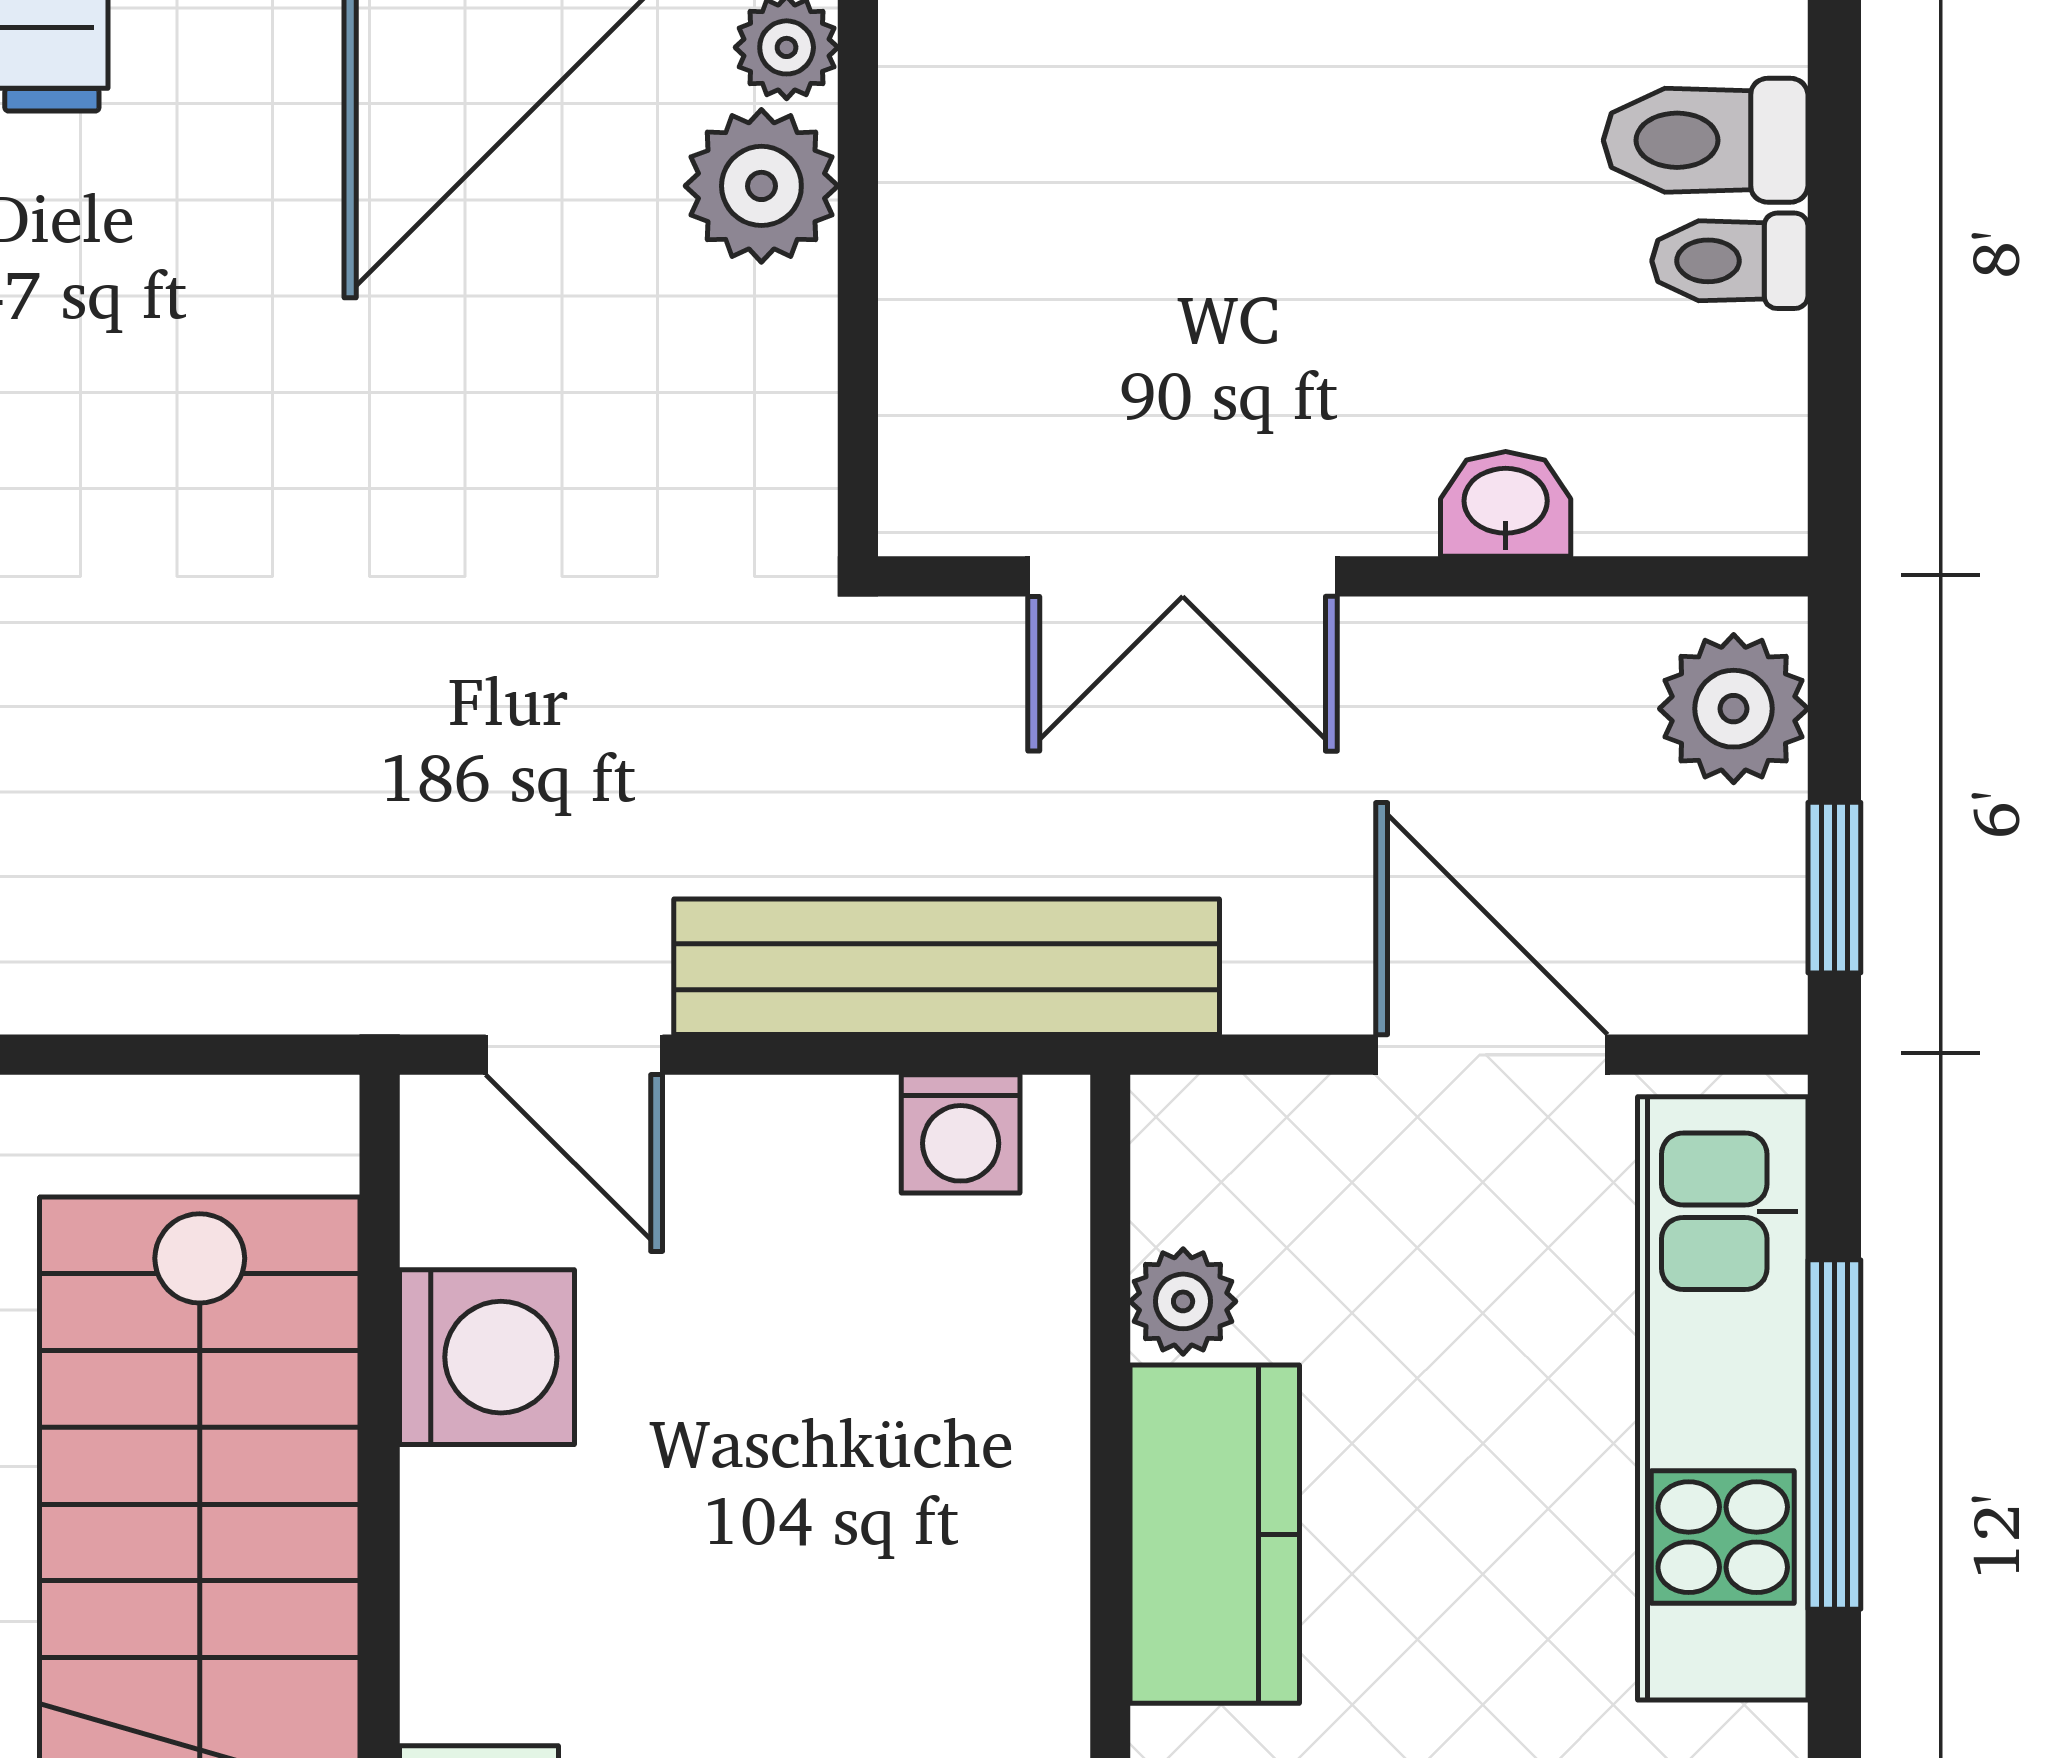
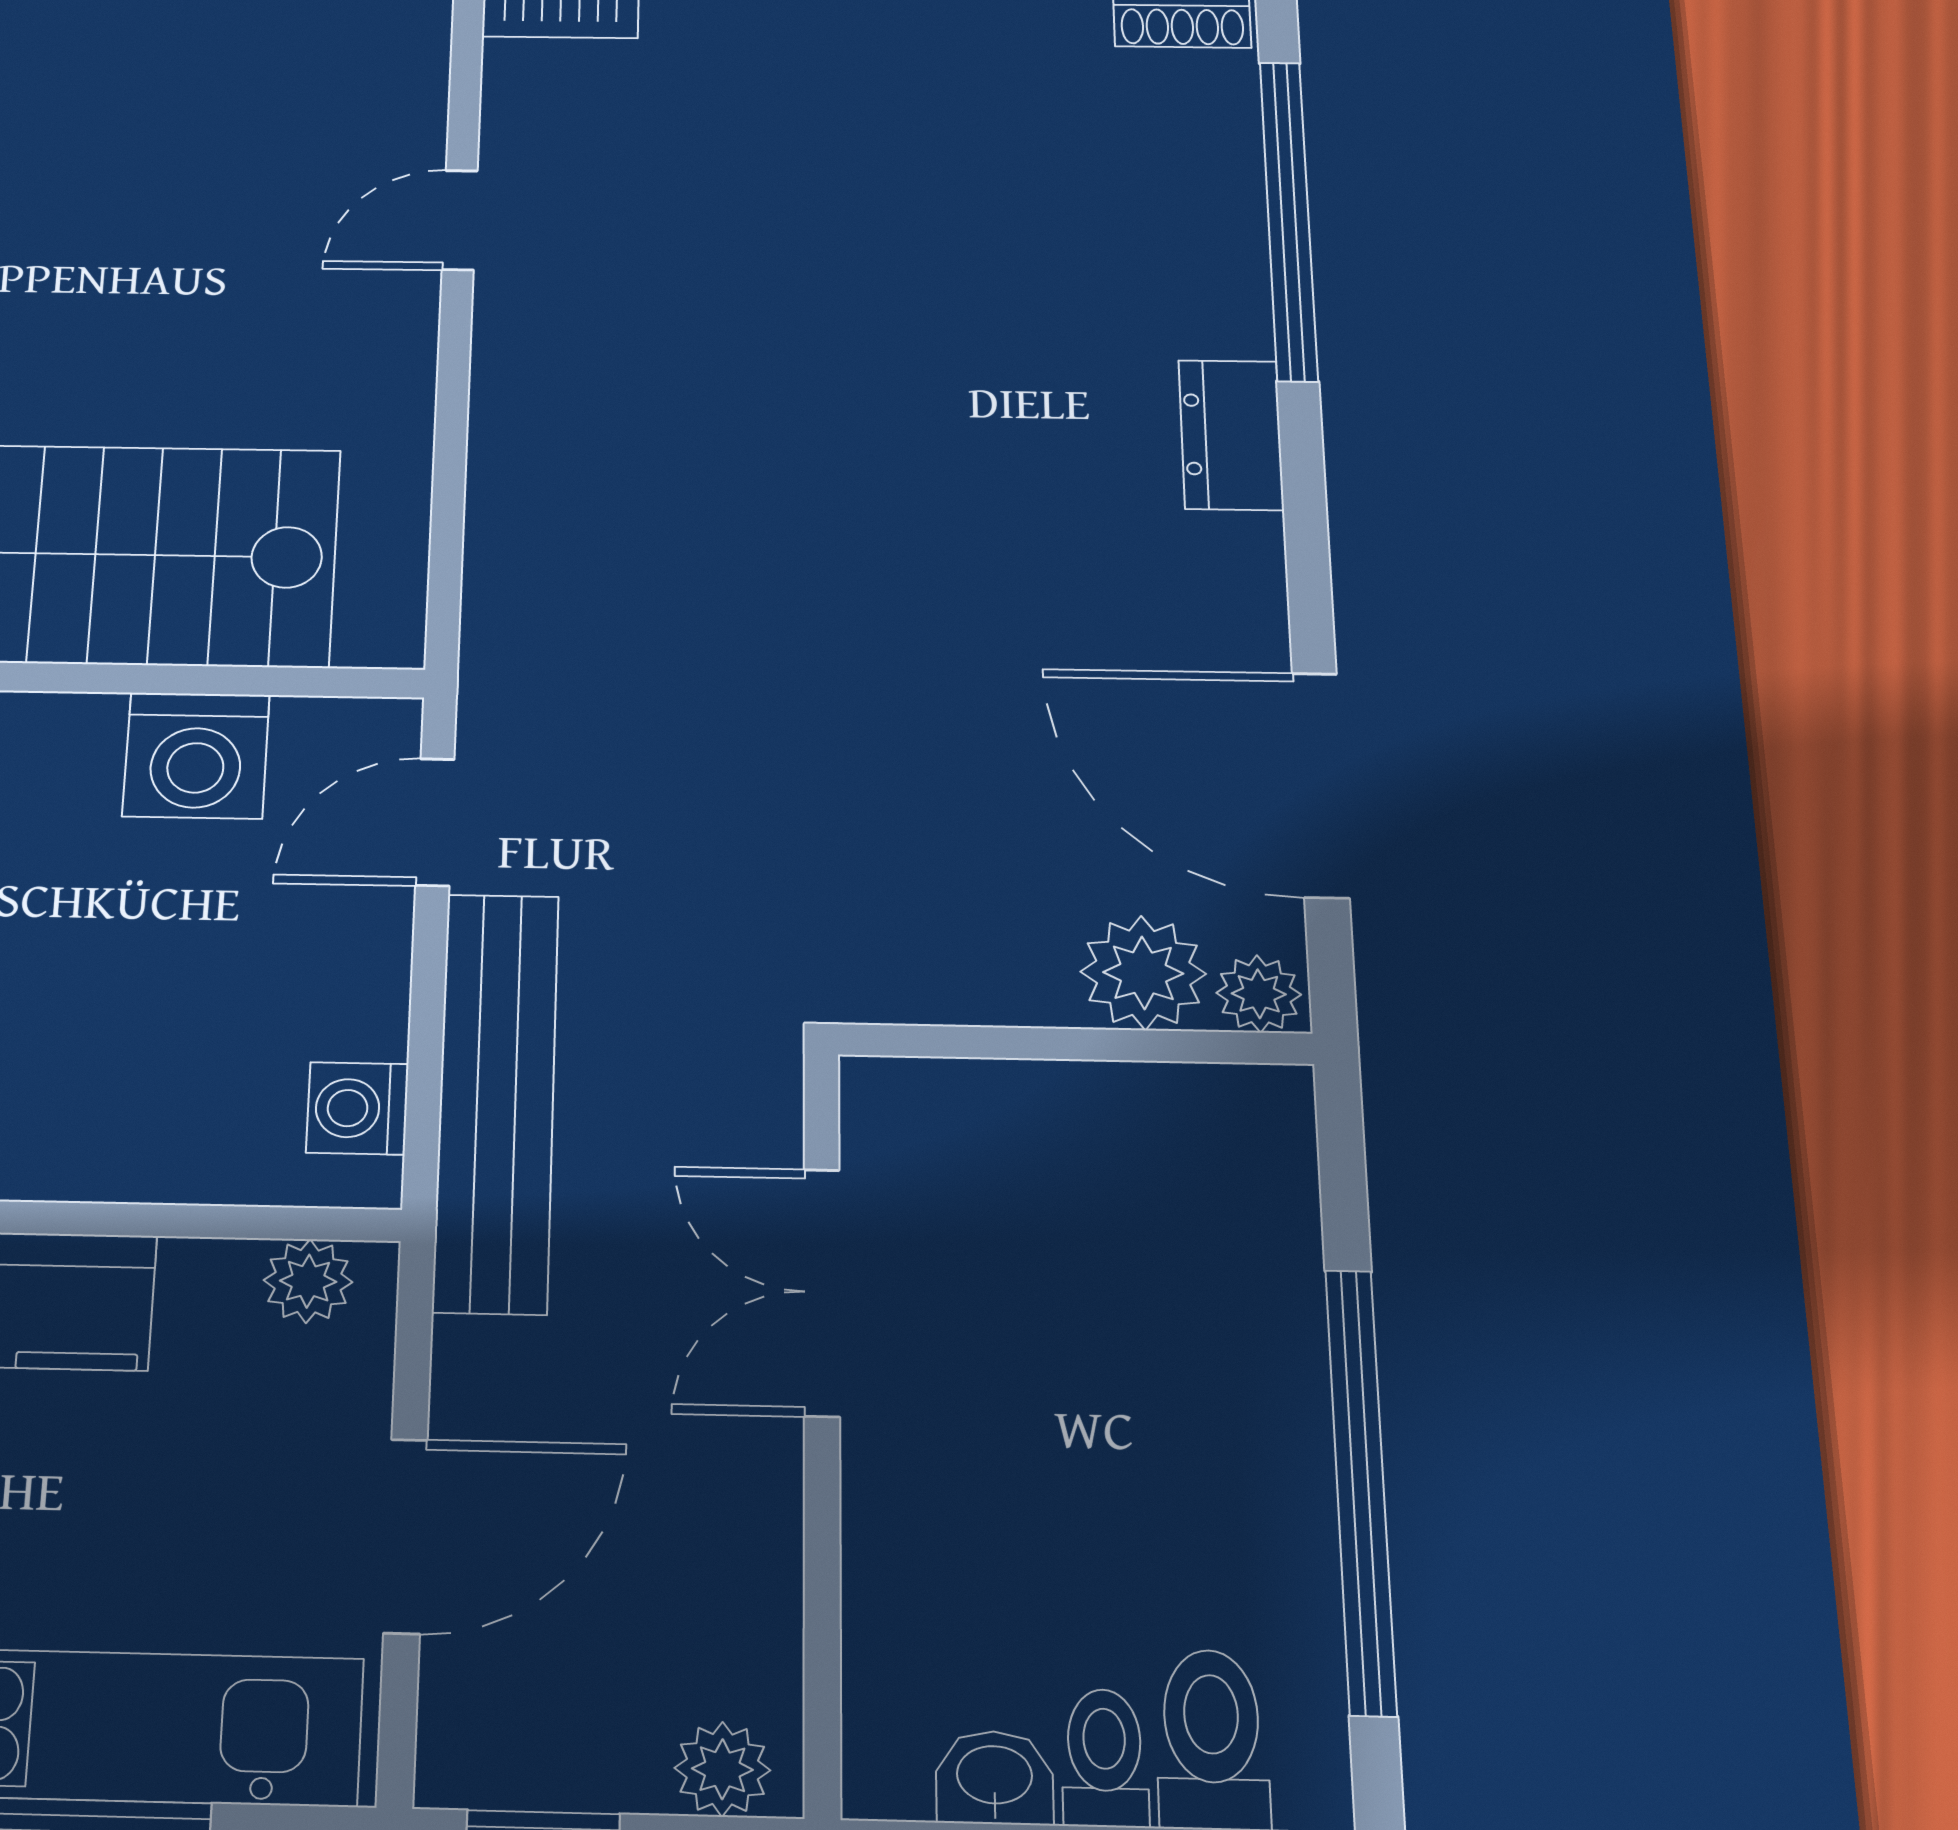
washbasin: (1506, 504) -> (995, 1777), moved, turned -90
plant: (1734, 709) -> (722, 1769), width x0.73, depth x0.73
plant: (1183, 1301) -> (308, 1281), moved

